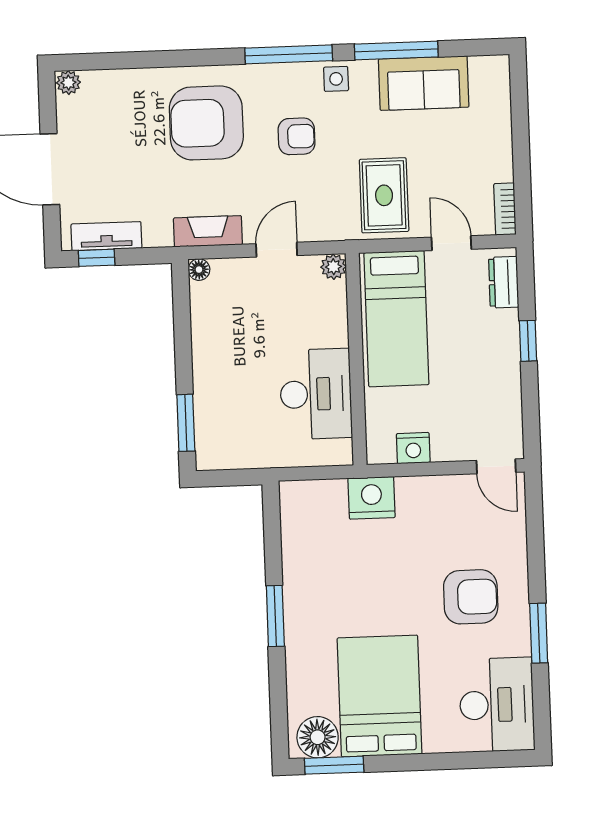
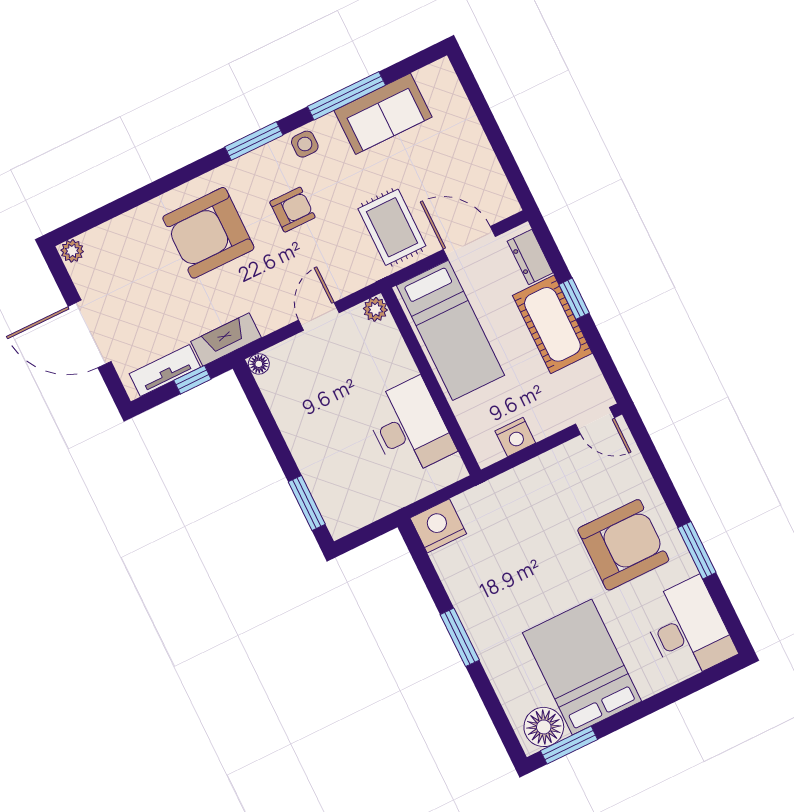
window: (289, 54) -> (254, 141), width x0.69
bookcase: (505, 209) -> (503, 192), removed
fireplace: (208, 231) -> (226, 340), moved
door: (451, 243) -> (469, 243), width x1.38
window: (97, 258) -> (192, 380), moved
cot: (496, 356) -> (552, 324), added
nightstand: (372, 498) -> (438, 526), moved
armchair: (471, 597) -> (623, 545), width x1.36, depth x1.36

